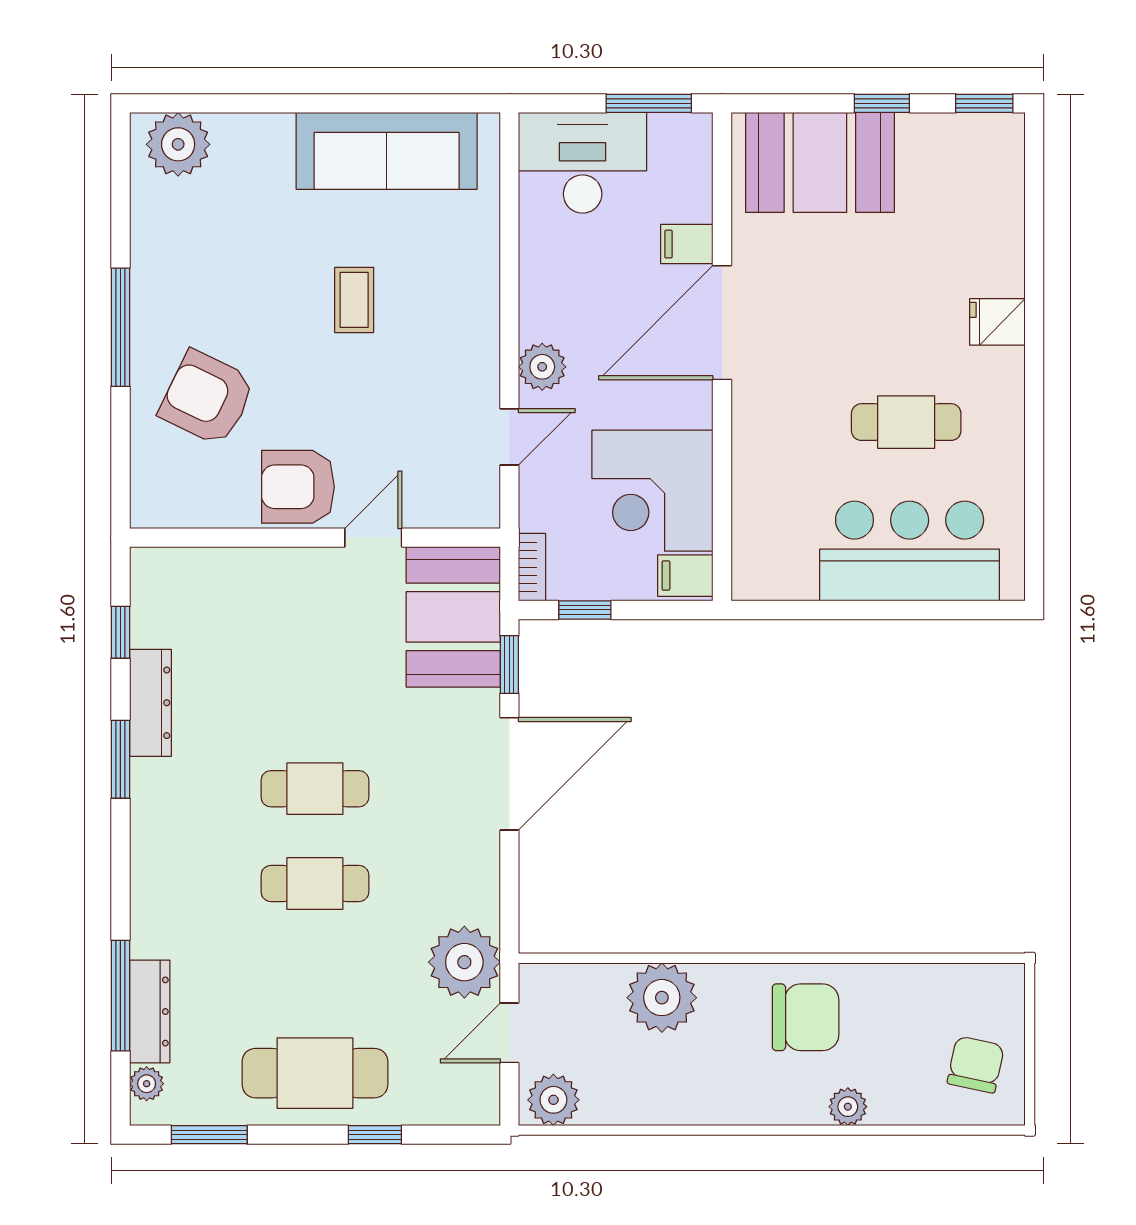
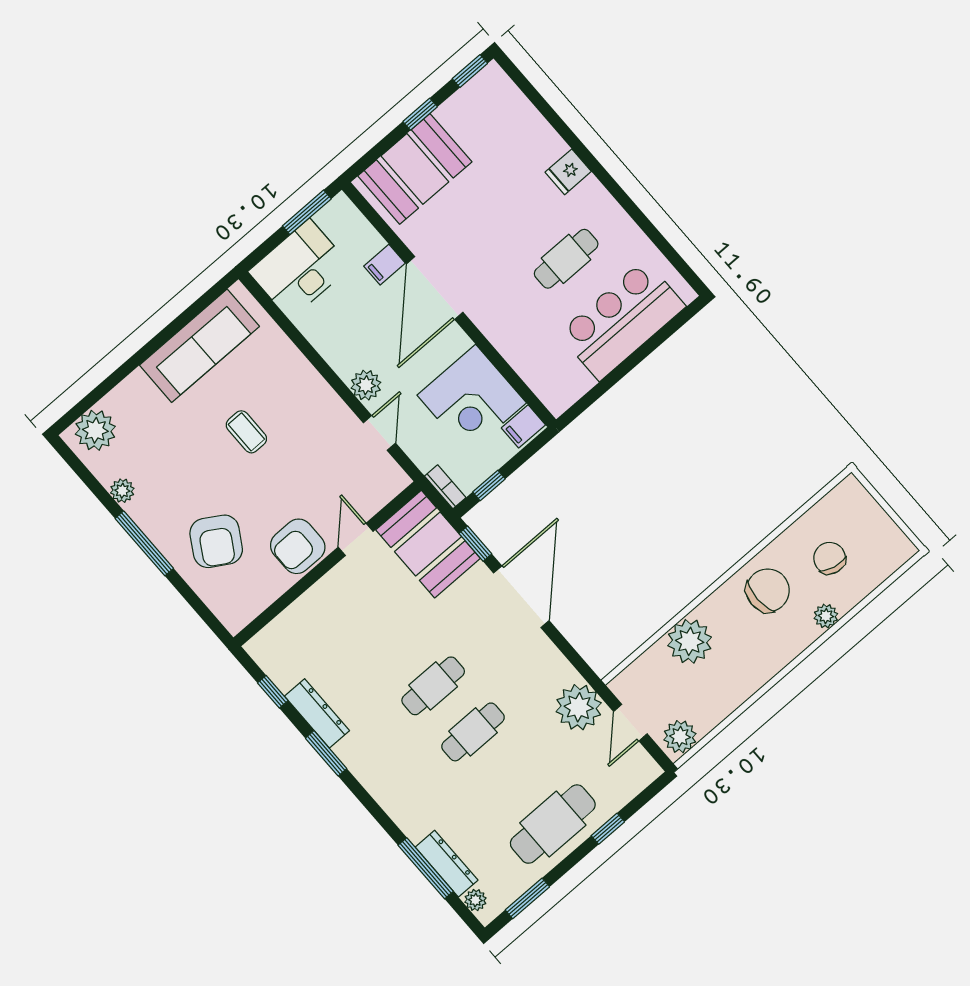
plant: (148, 243) -> (122, 491), added
armchair: (207, 398) -> (216, 541), turned -85
chair: (976, 1065) -> (830, 558), moved

